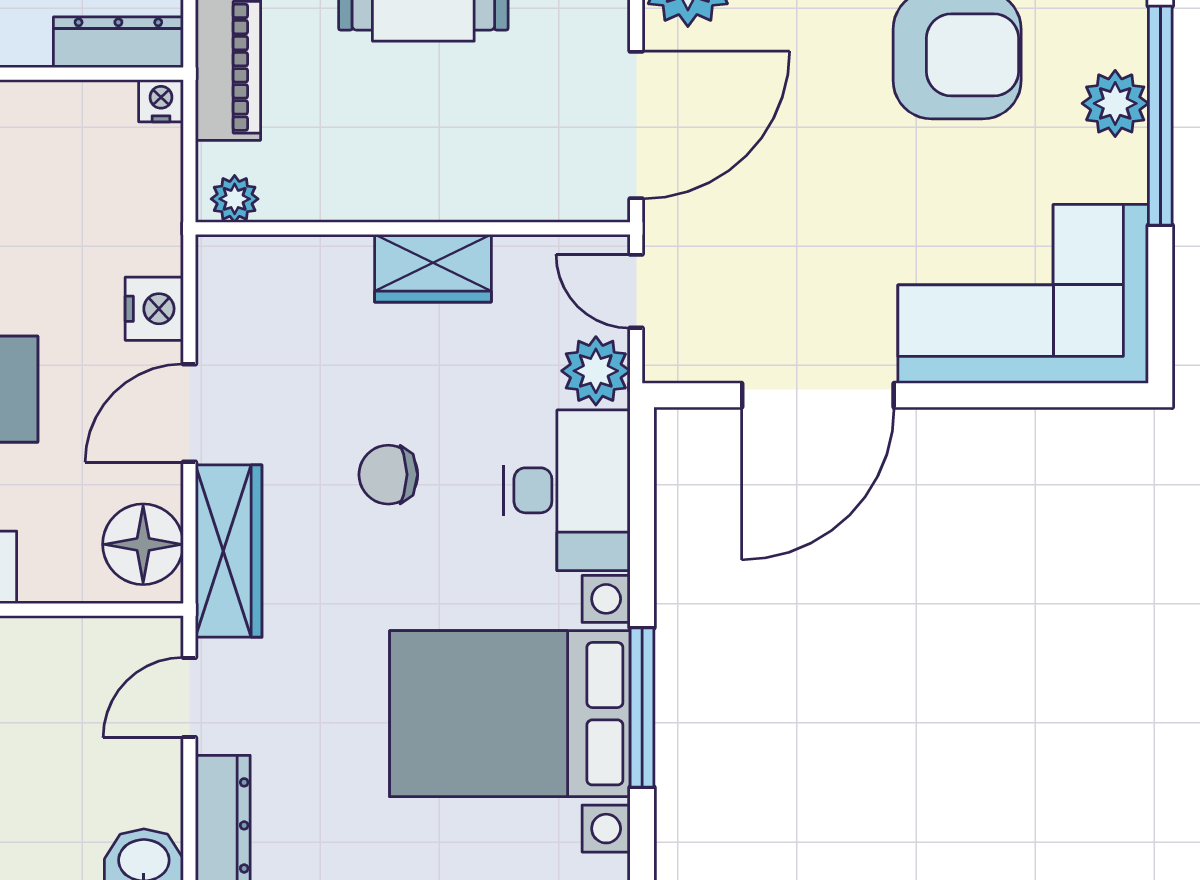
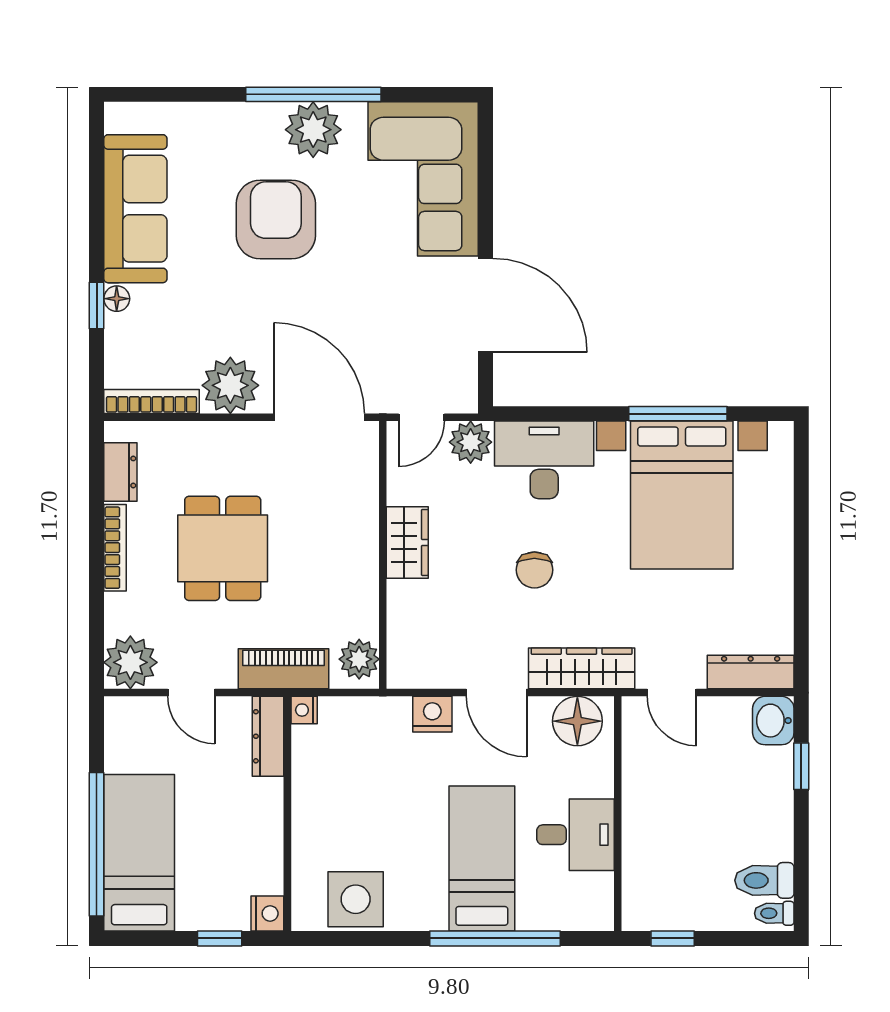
plant: (1115, 103) -> (313, 130), width x1.36, depth x1.36
plant: (235, 199) -> (359, 659), width x1.38, depth x1.38

